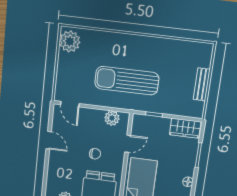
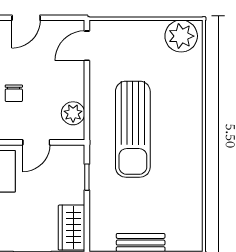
sun lounger: (127, 81) -> (133, 129), turned 180
door: (128, 144) -> (36, 142), hinge flipped

